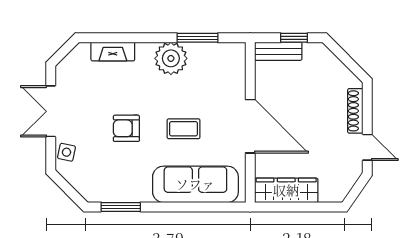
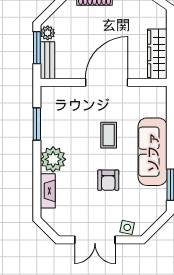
window: (294, 38) -> (37, 48), width x1.50
plant: (313, 51) -> (48, 33), added
plant: (171, 58) -> (53, 159), moved
sofa: (195, 184) -> (153, 152), moved

